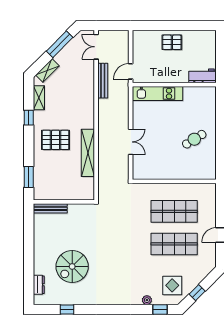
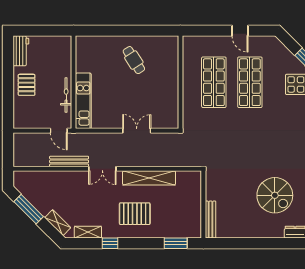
double door: (96, 47) -> (102, 169), moved
workbench: (203, 76) -> (21, 51), moved, turned 180
bicycle: (163, 78) -> (66, 95), added
pallet: (56, 140) -> (135, 214), turned 90

